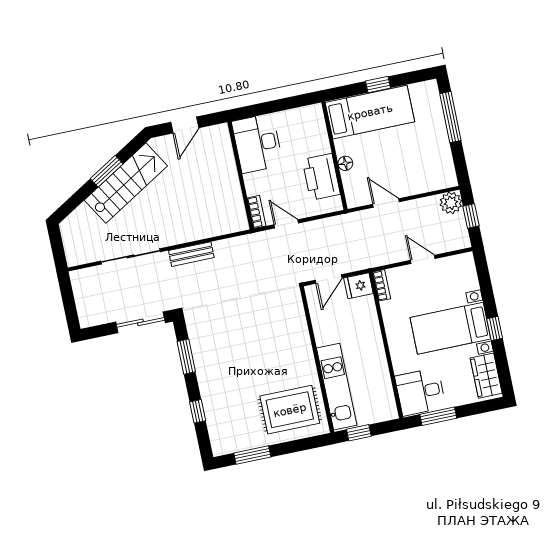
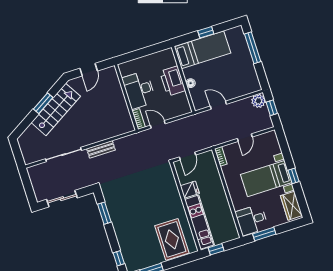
desk: (257, 143) -> (139, 90), moved
printer: (321, 177) -> (173, 81), moved
door: (423, 259) -> (245, 138), swing flipped
fridge: (358, 286) -> (190, 190), moved, turned 180
sliding door: (140, 322) -> (62, 199), moved
rug: (290, 410) -> (172, 239), turned 90
window: (198, 411) -> (119, 258), moved

